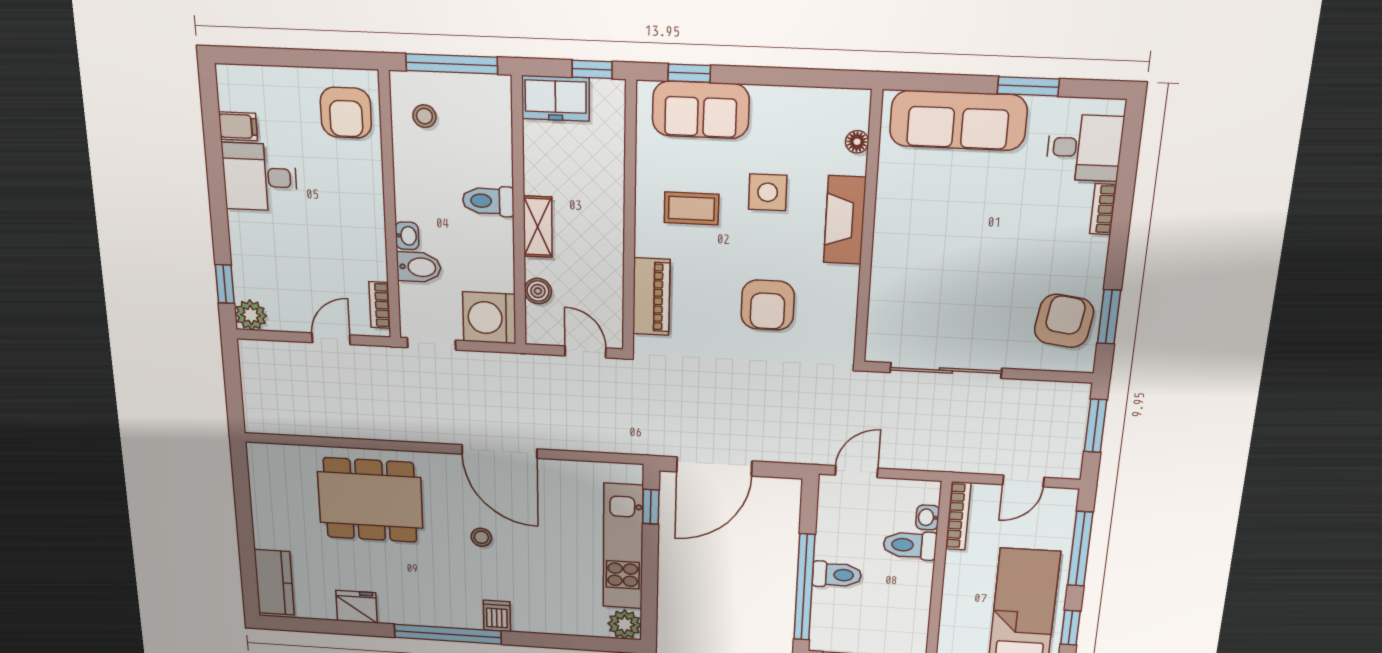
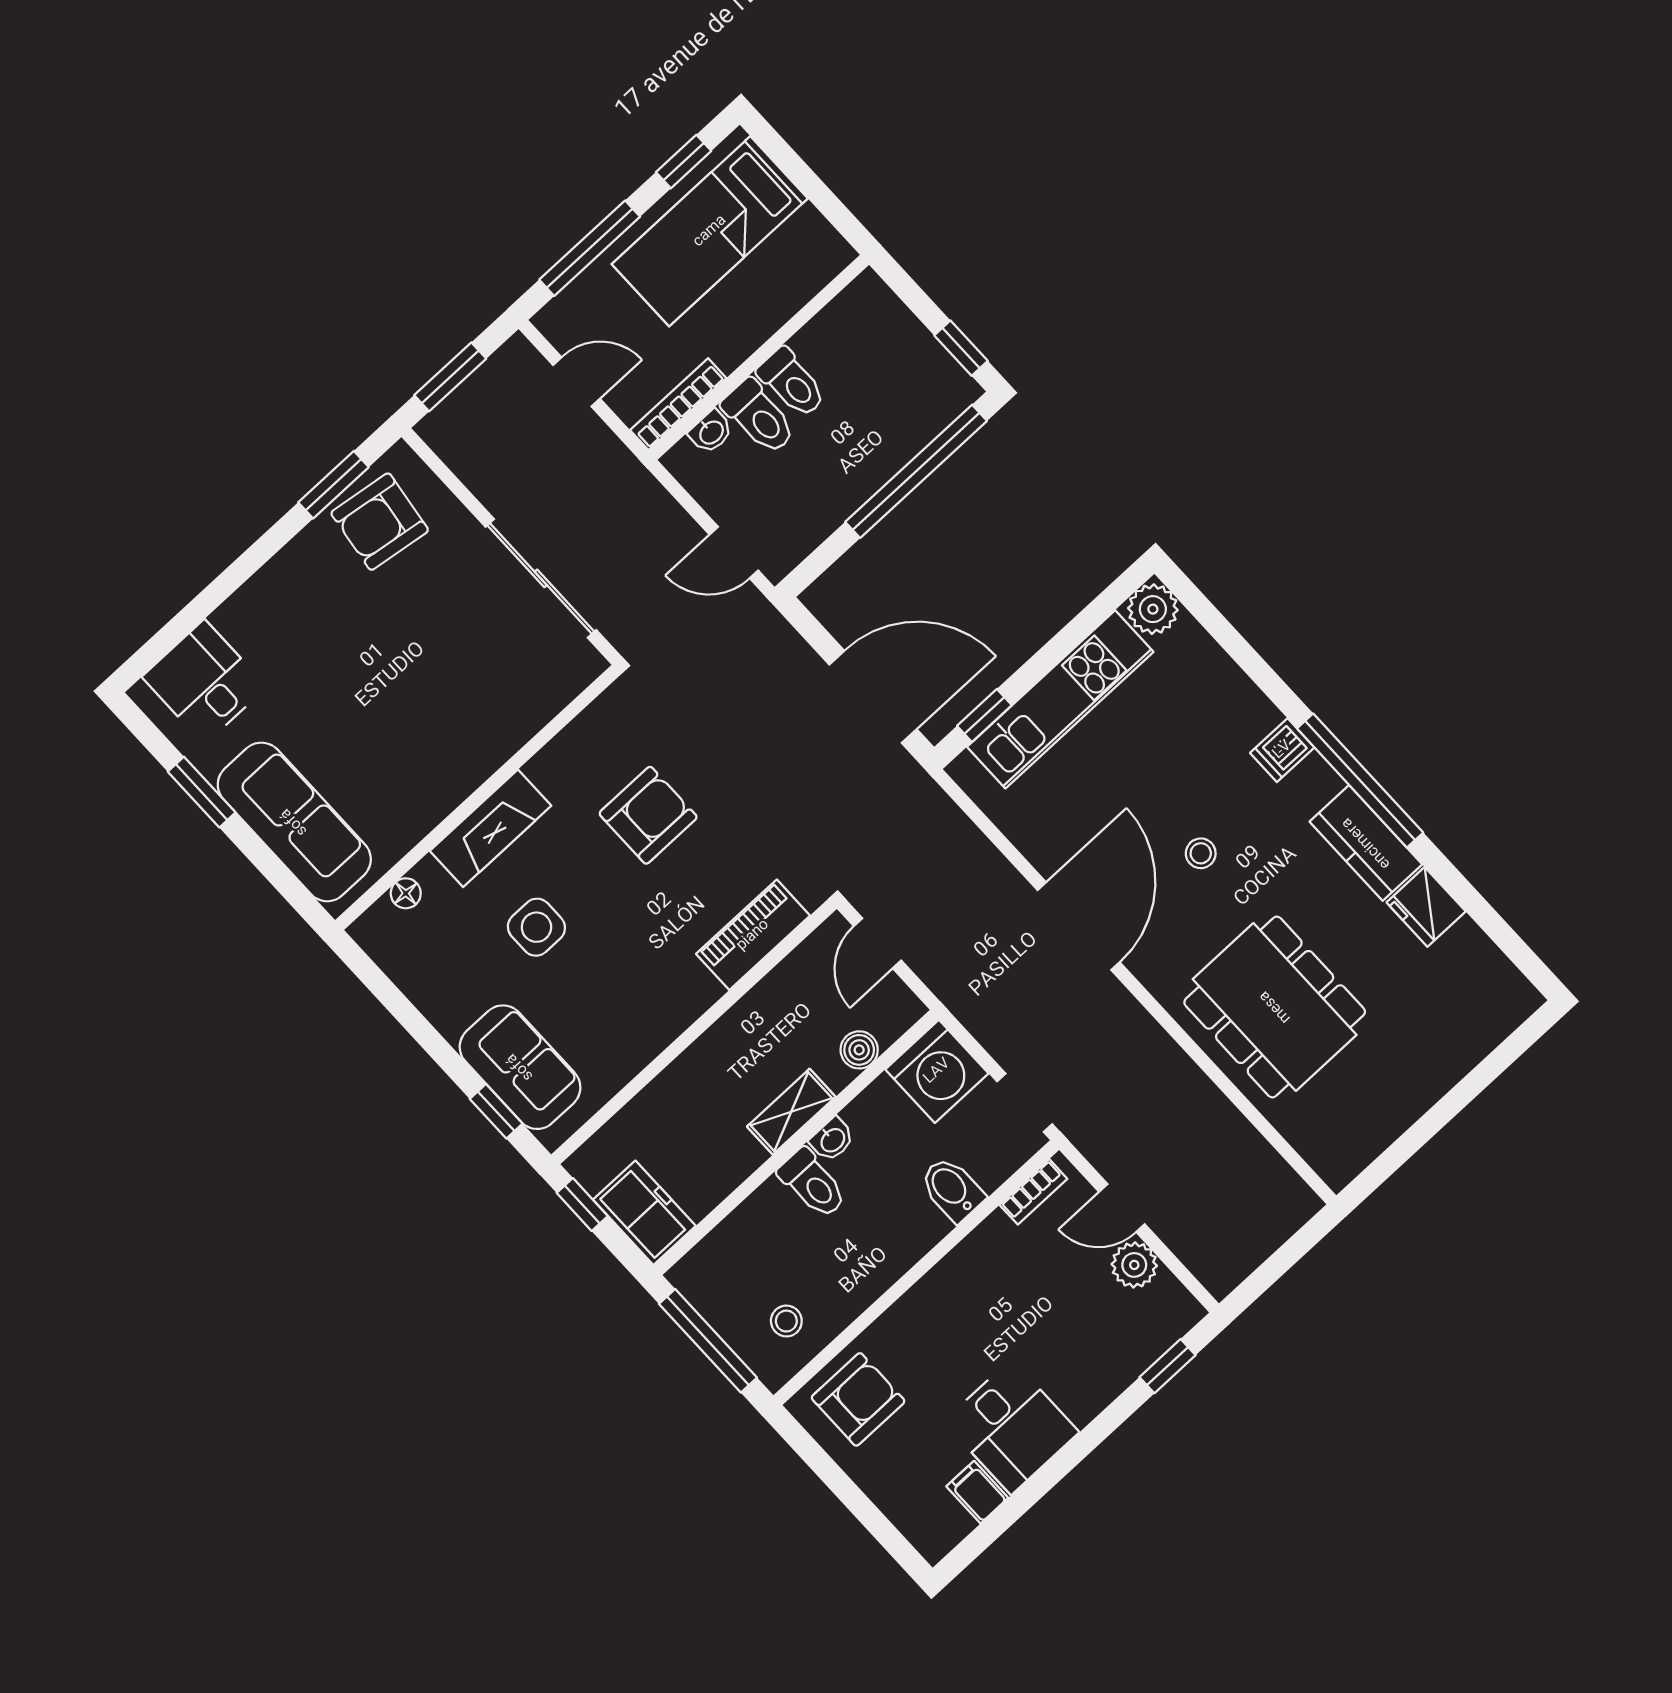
coffee table: (691, 208) -> (624, 983), removed
bookcase: (1103, 209) -> (241, 603), removed
washbasin: (407, 236) -> (832, 1140), moved, turned 180
plant: (251, 315) -> (1134, 1265), moved
toilet: (837, 575) -> (792, 383), moved, turned 180
kitchen counter: (274, 582) -> (1366, 843), moved, turned -90

